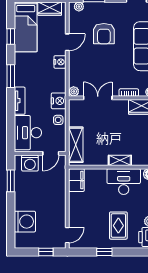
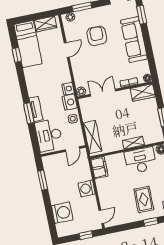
armchair: (104, 34) -> (97, 36), turned 180
nightstand: (60, 62) -> (68, 89), moved
window: (11, 76) -> (29, 113), moved
washing machine: (30, 163) -> (87, 188), moved, turned 90
window: (104, 252) -> (151, 222), moved

